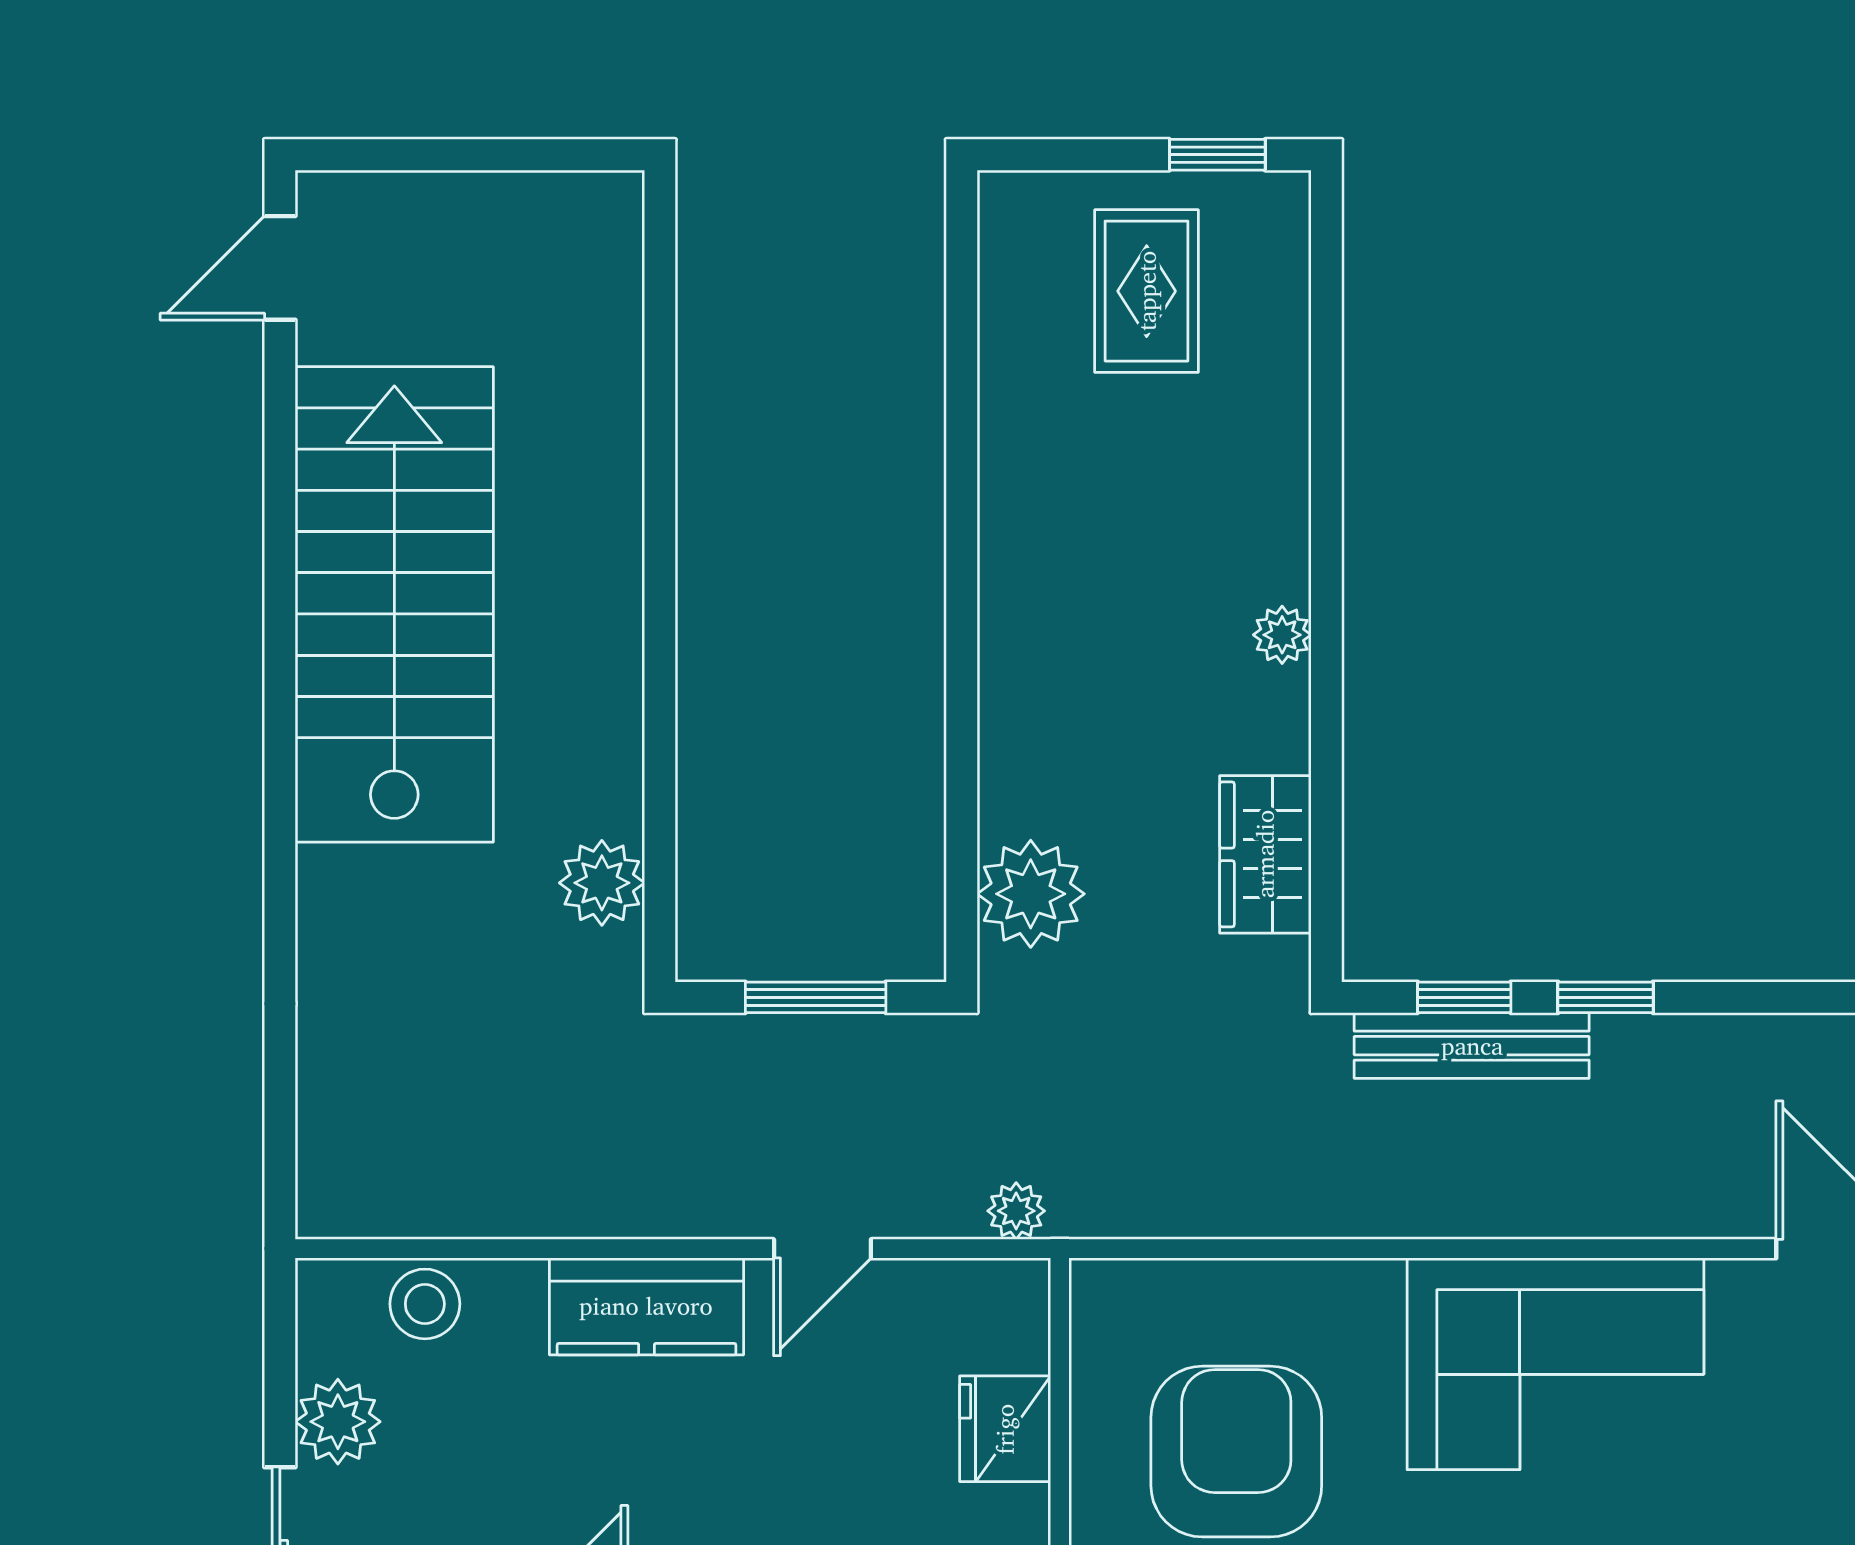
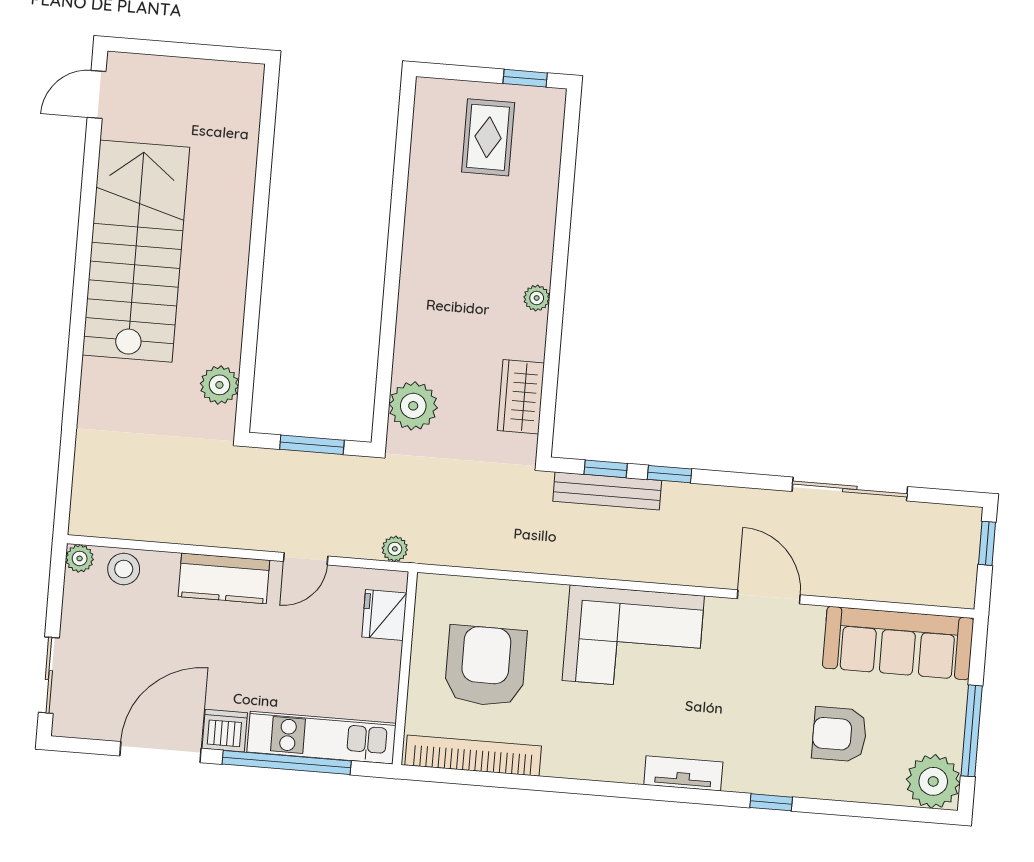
plant: (338, 1422) -> (80, 558), moved, width x0.73, depth x0.73
fridge: (1005, 1429) -> (384, 615), moved

